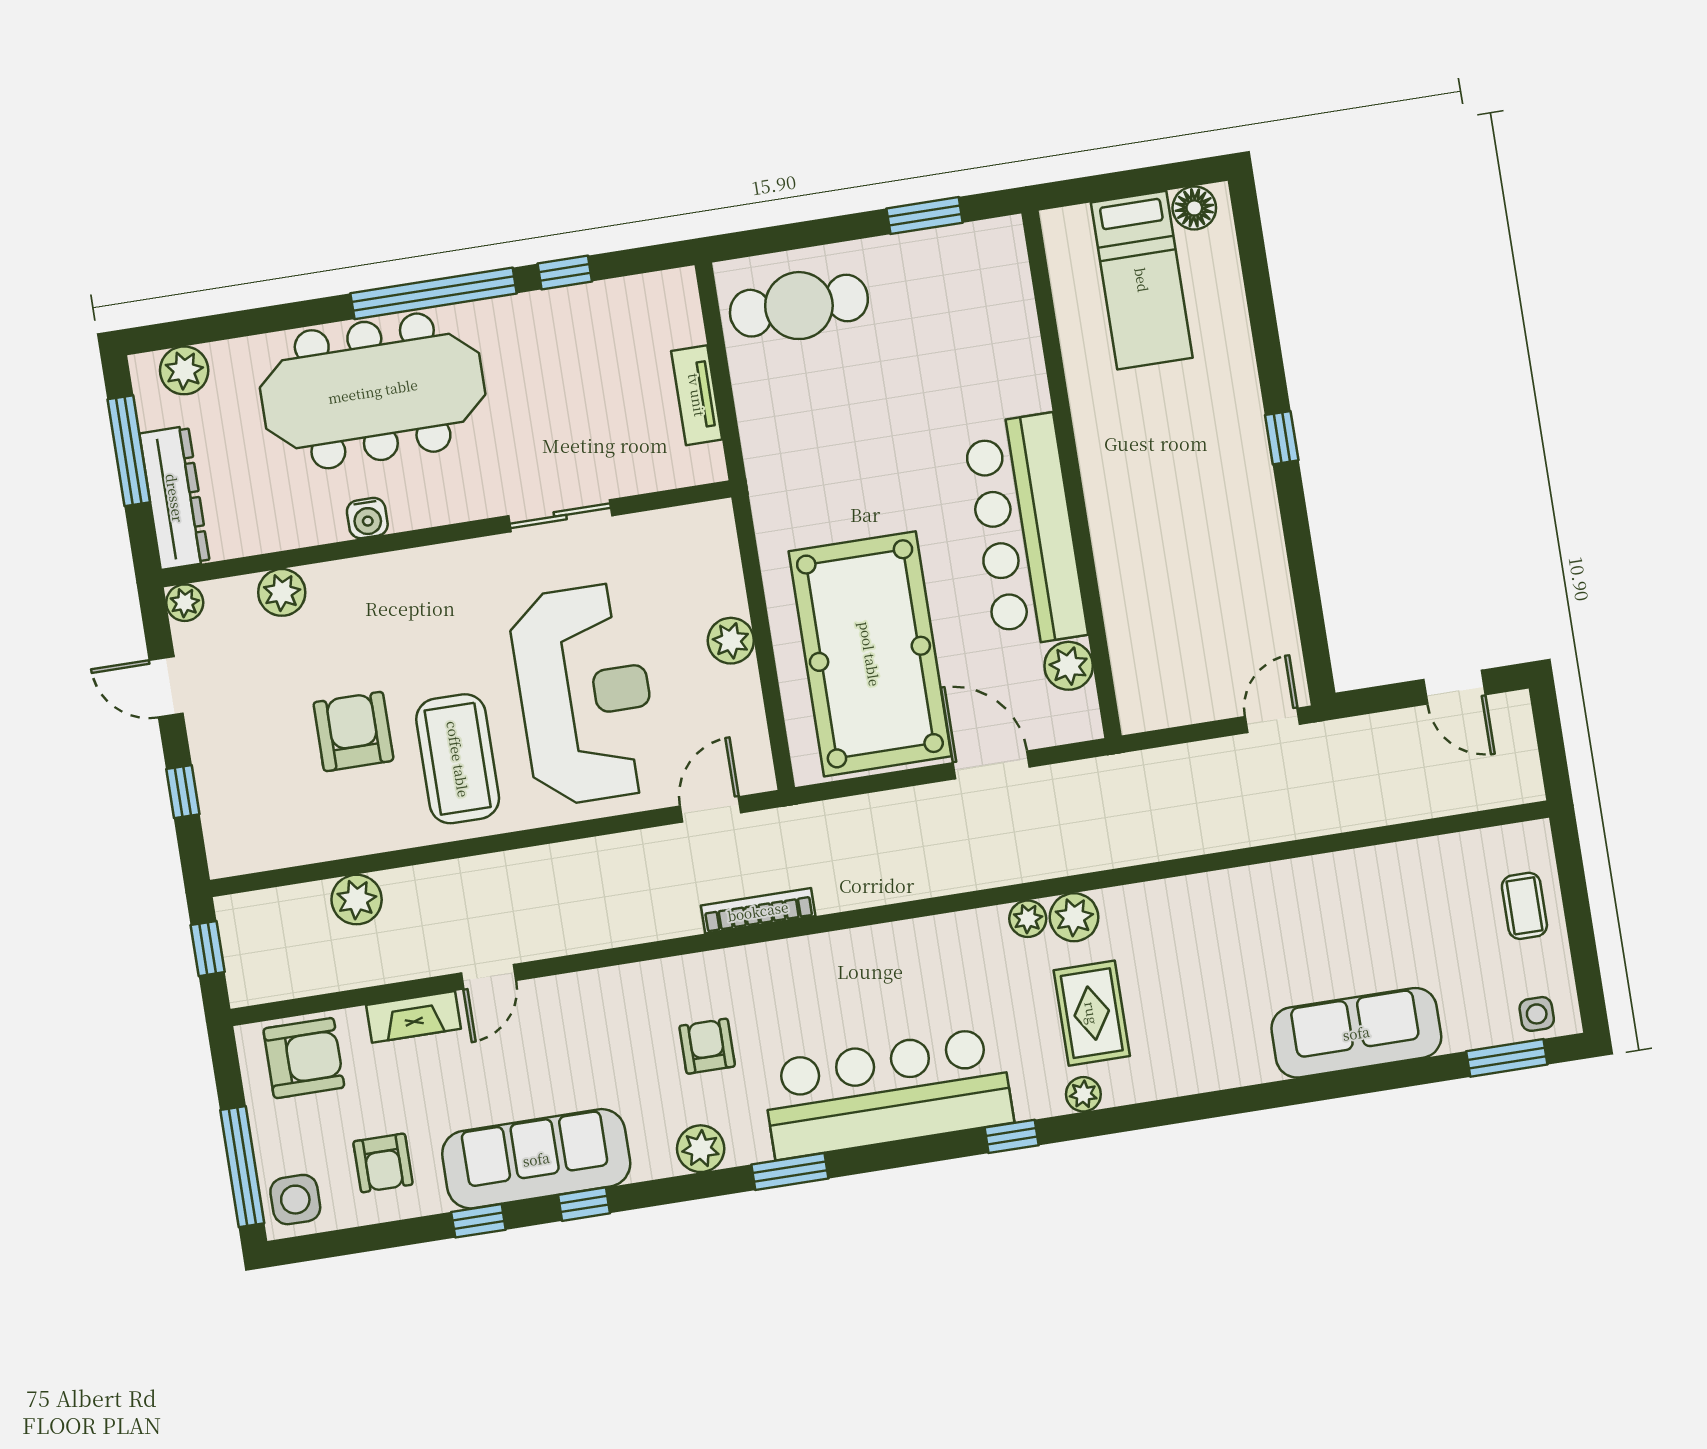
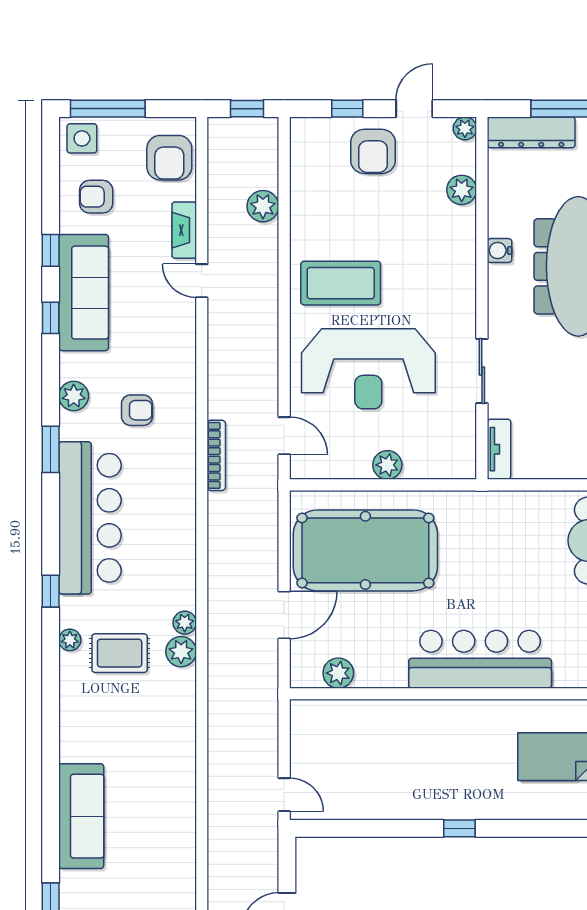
tv unit: (697, 395) -> (499, 449), moved, turned 90
bar counter: (1025, 531) -> (480, 659), moved
armchair: (353, 731) -> (373, 151), moved, turned 90

